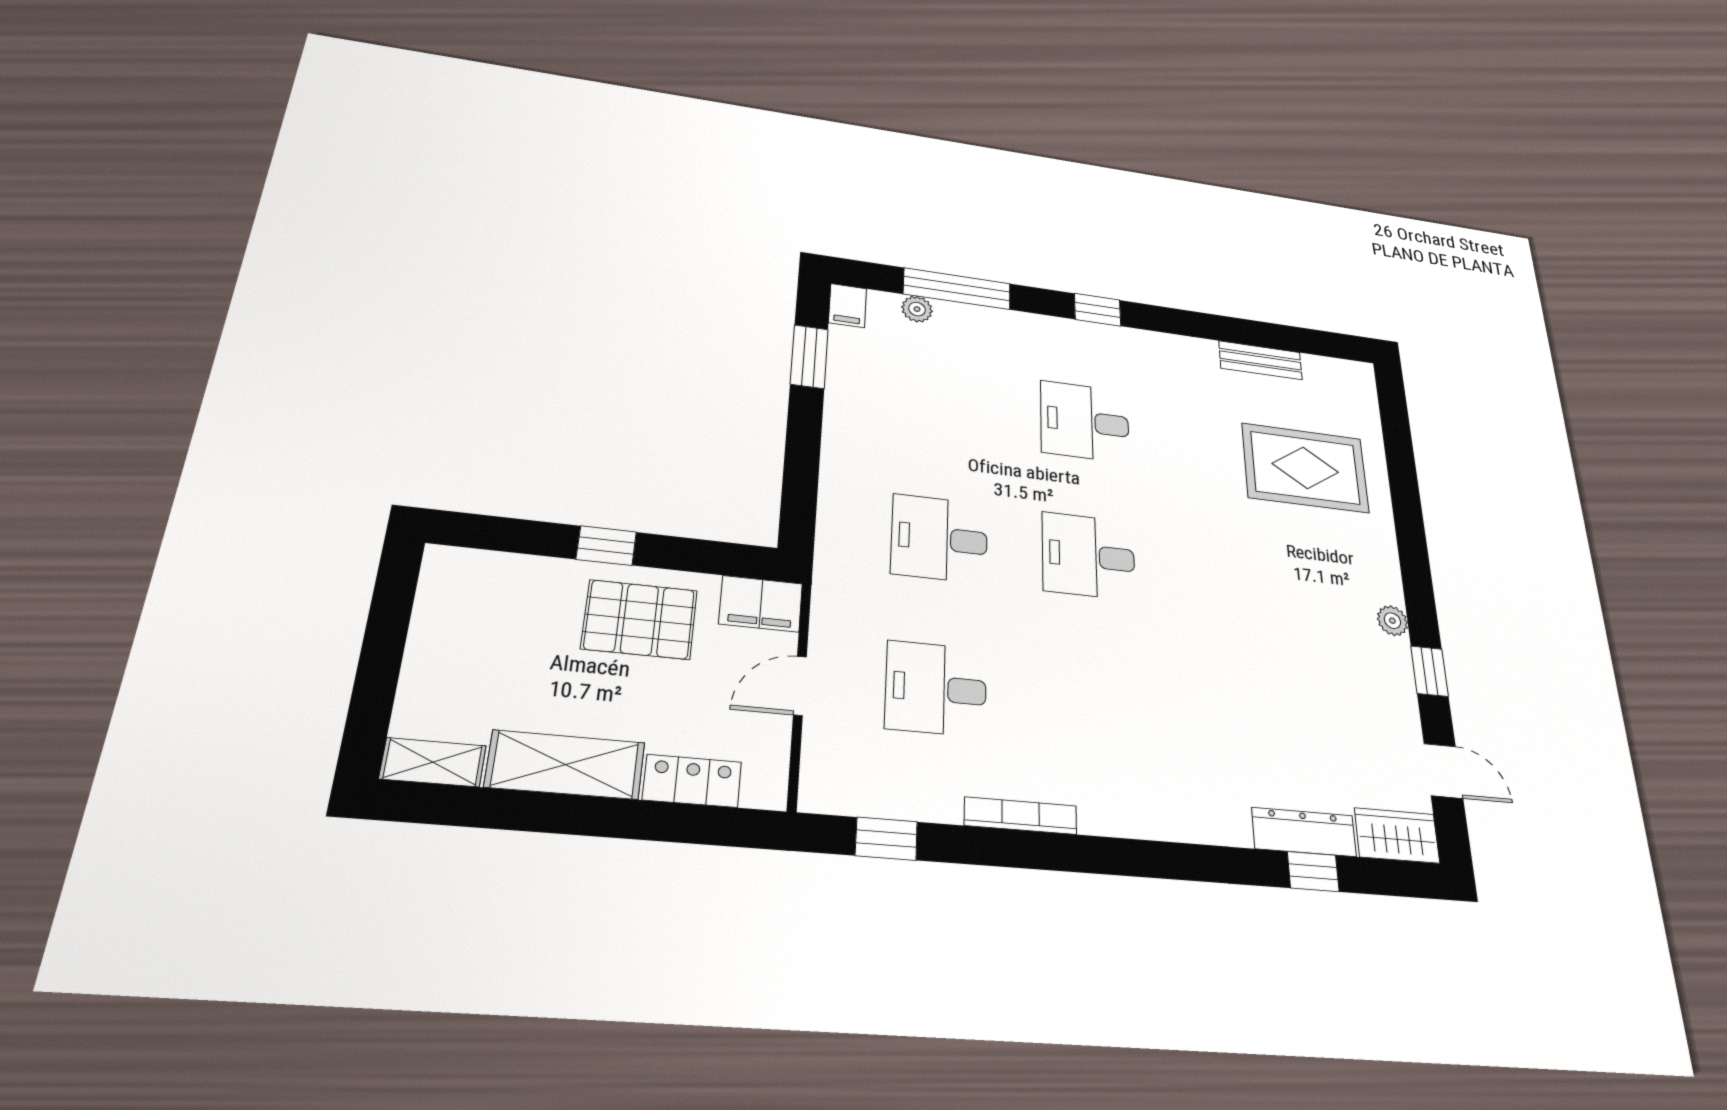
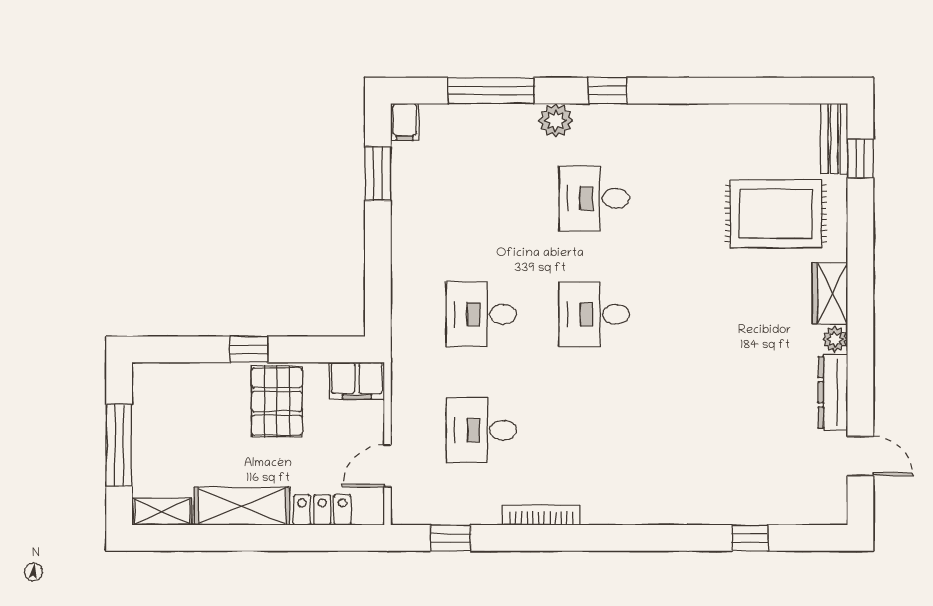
plant: (917, 309) -> (556, 120), moved, width x1.38, depth x1.38
bench: (1261, 360) -> (834, 139), moved, turned 90
pallet: (640, 620) -> (277, 401), turned 90
window: (381, 657) -> (119, 445), added
window: (1430, 671) -> (860, 158), moved
door: (800, 686) -> (388, 466), moved
dresser: (1304, 832) -> (833, 392), moved, turned -90
wardrobe: (1397, 835) -> (830, 293), moved, turned -90

